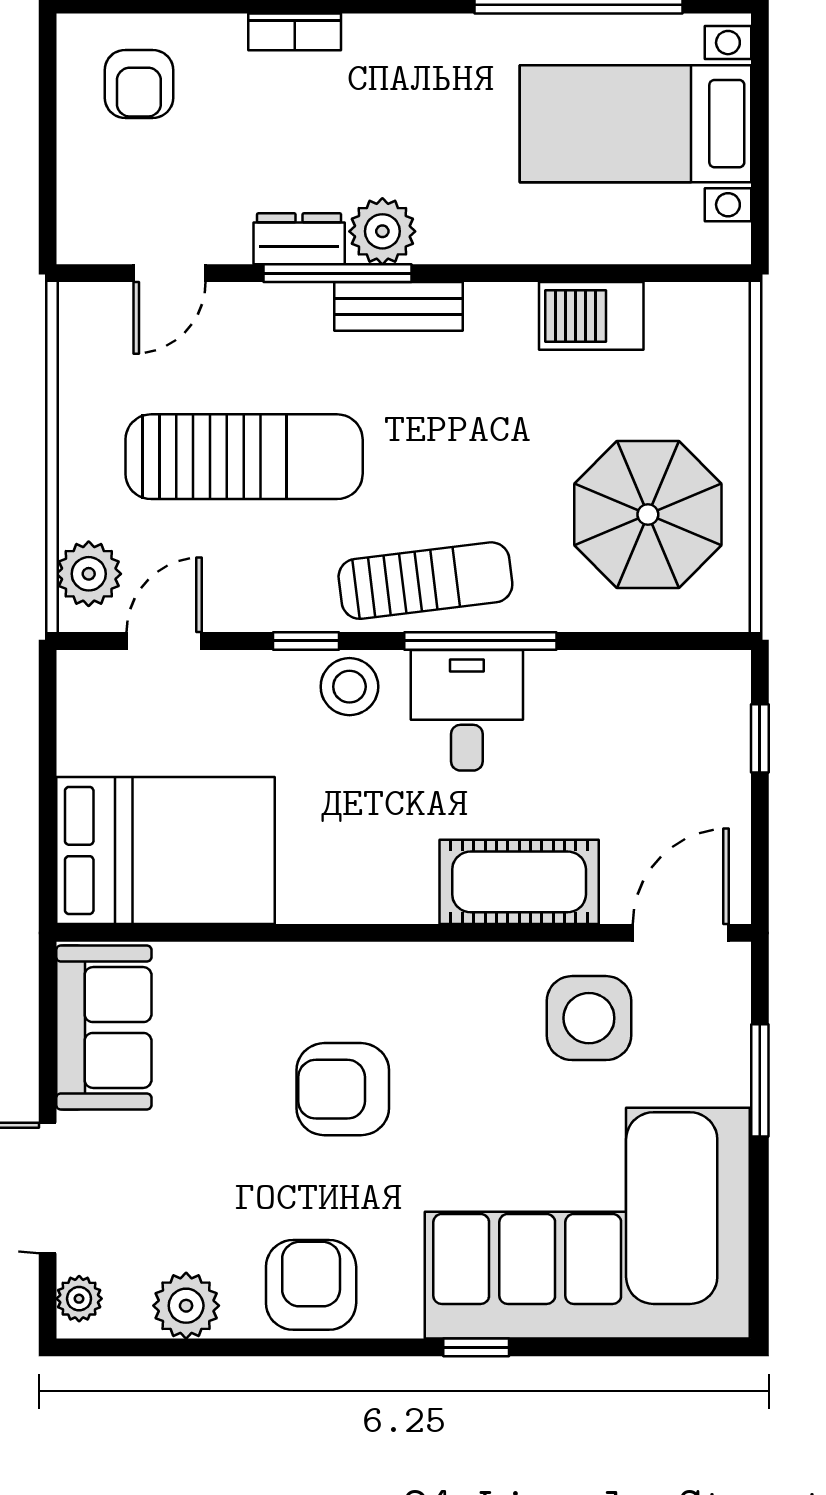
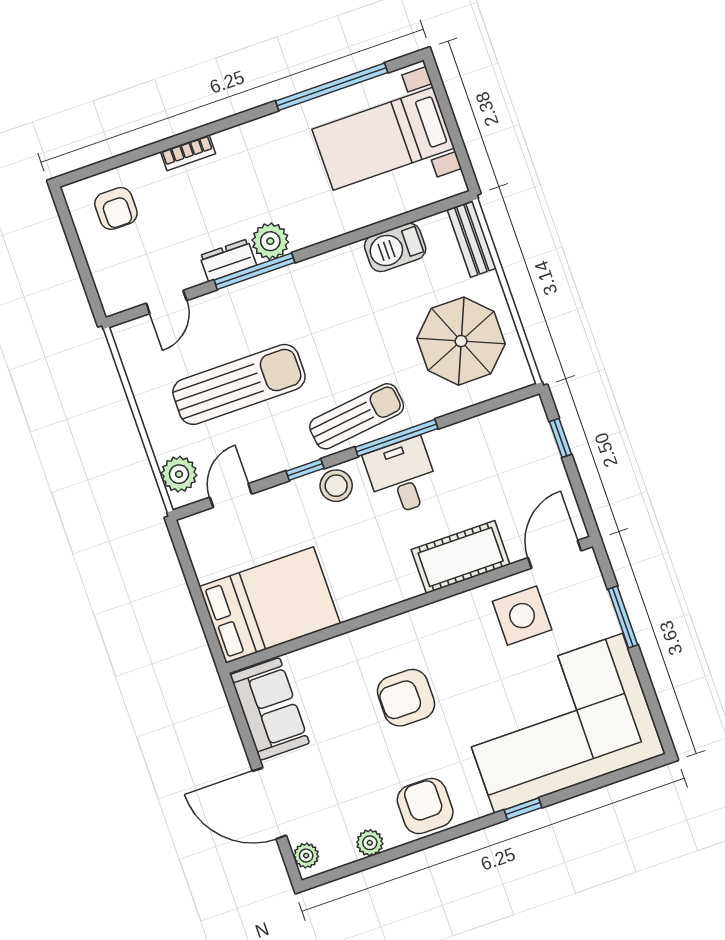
bench: (398, 306) -> (472, 239), moved, turned 90
plant: (186, 1306) -> (370, 843), width x0.73, depth x0.73

